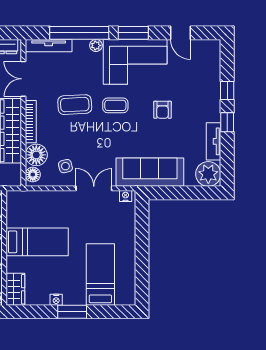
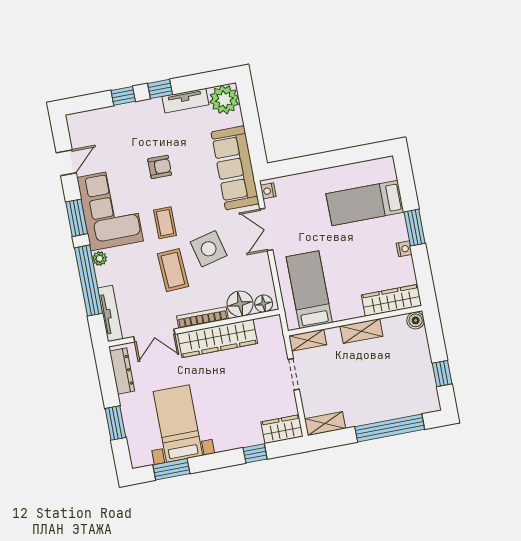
side table: (65, 166) -> (209, 249), moved, width x1.87, depth x1.87
bed: (37, 242) -> (309, 290), moved
wardrobe: (15, 289) -> (391, 300), width x1.50

